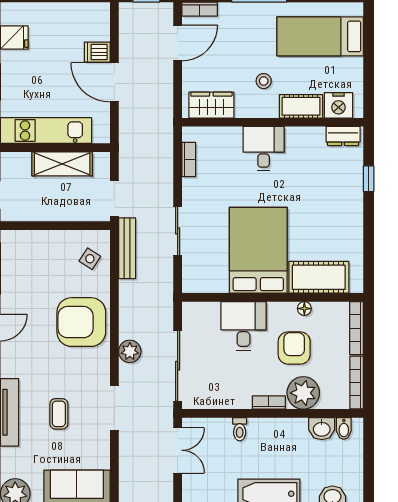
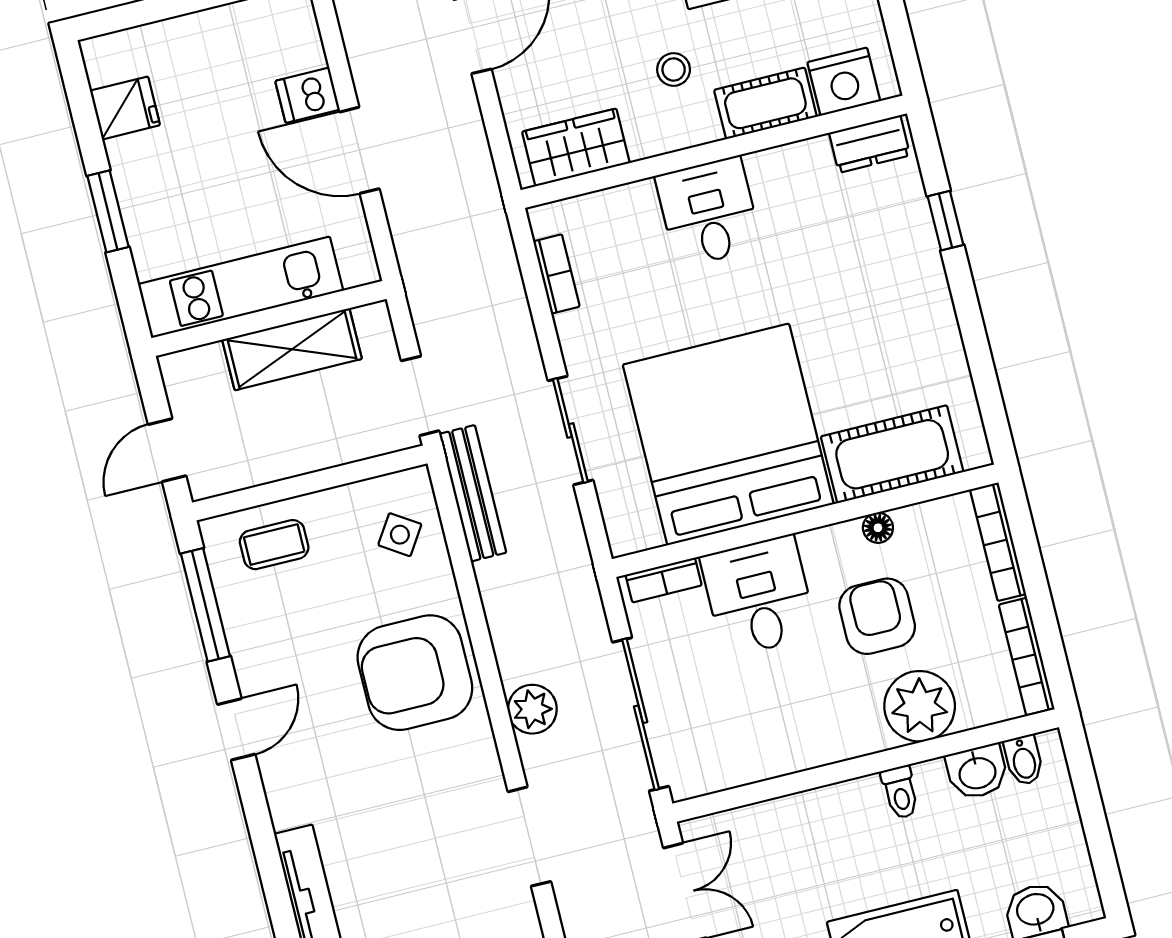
bed: (258, 250) -> (728, 434), width x1.36
bookcase: (269, 403) -> (664, 580), moved, turned 180
coffee table: (59, 414) -> (274, 545), moved, turned 90
toilet: (240, 429) -> (900, 792), moved

